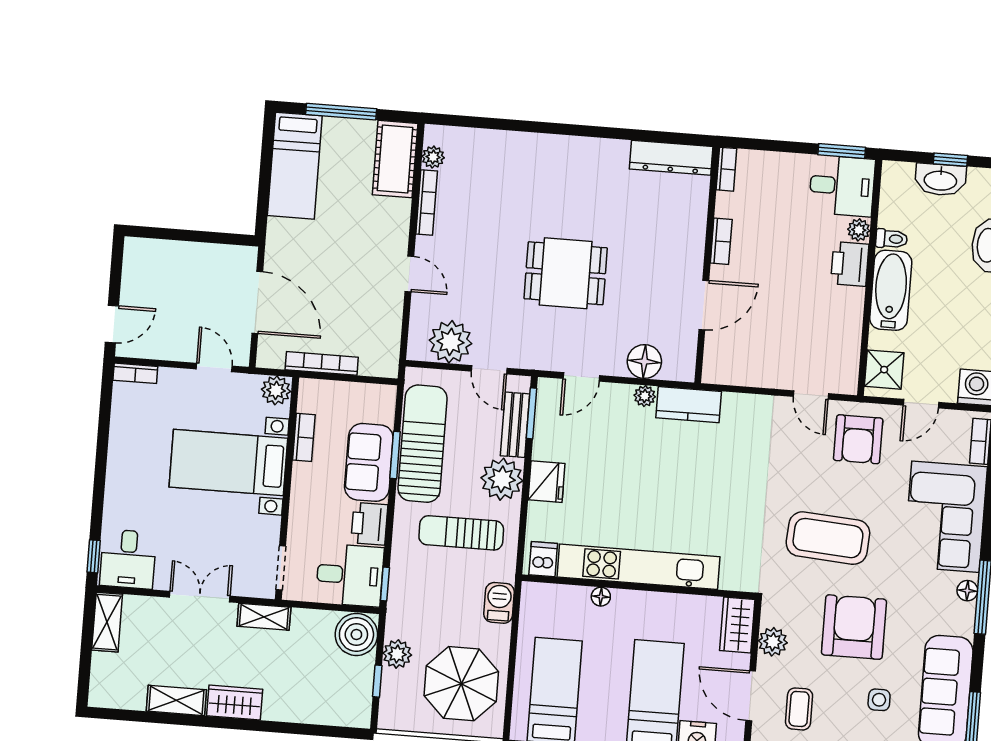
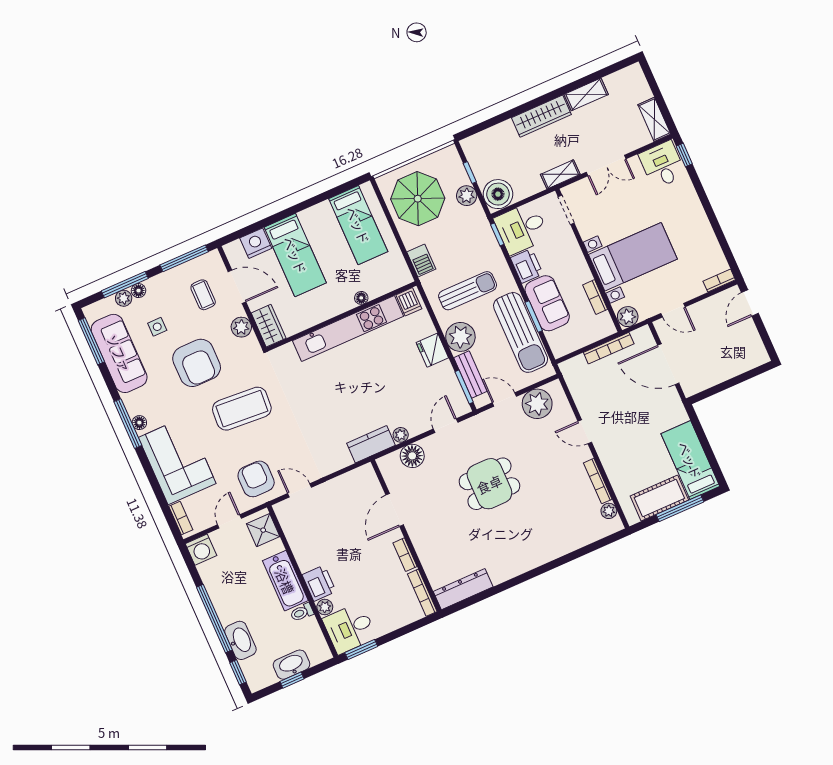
cot: (395, 159) -> (659, 498), moved, turned 90
bookcase: (726, 169) -> (422, 593), width x1.56
wardrobe: (235, 703) -> (541, 116), width x1.50

